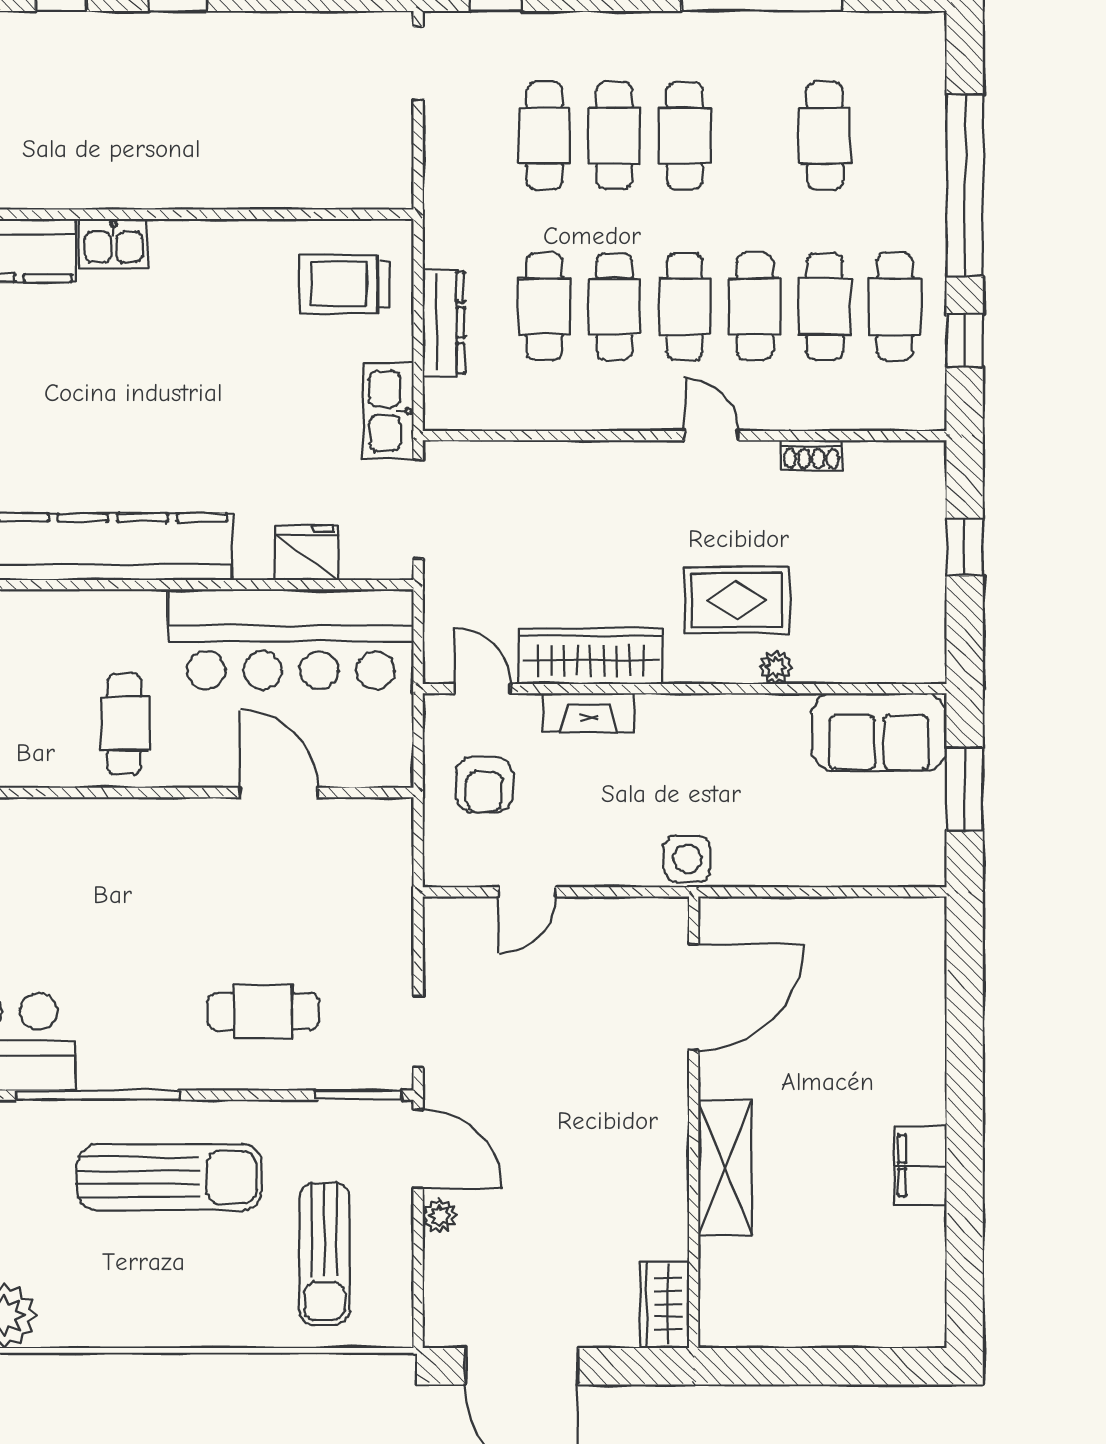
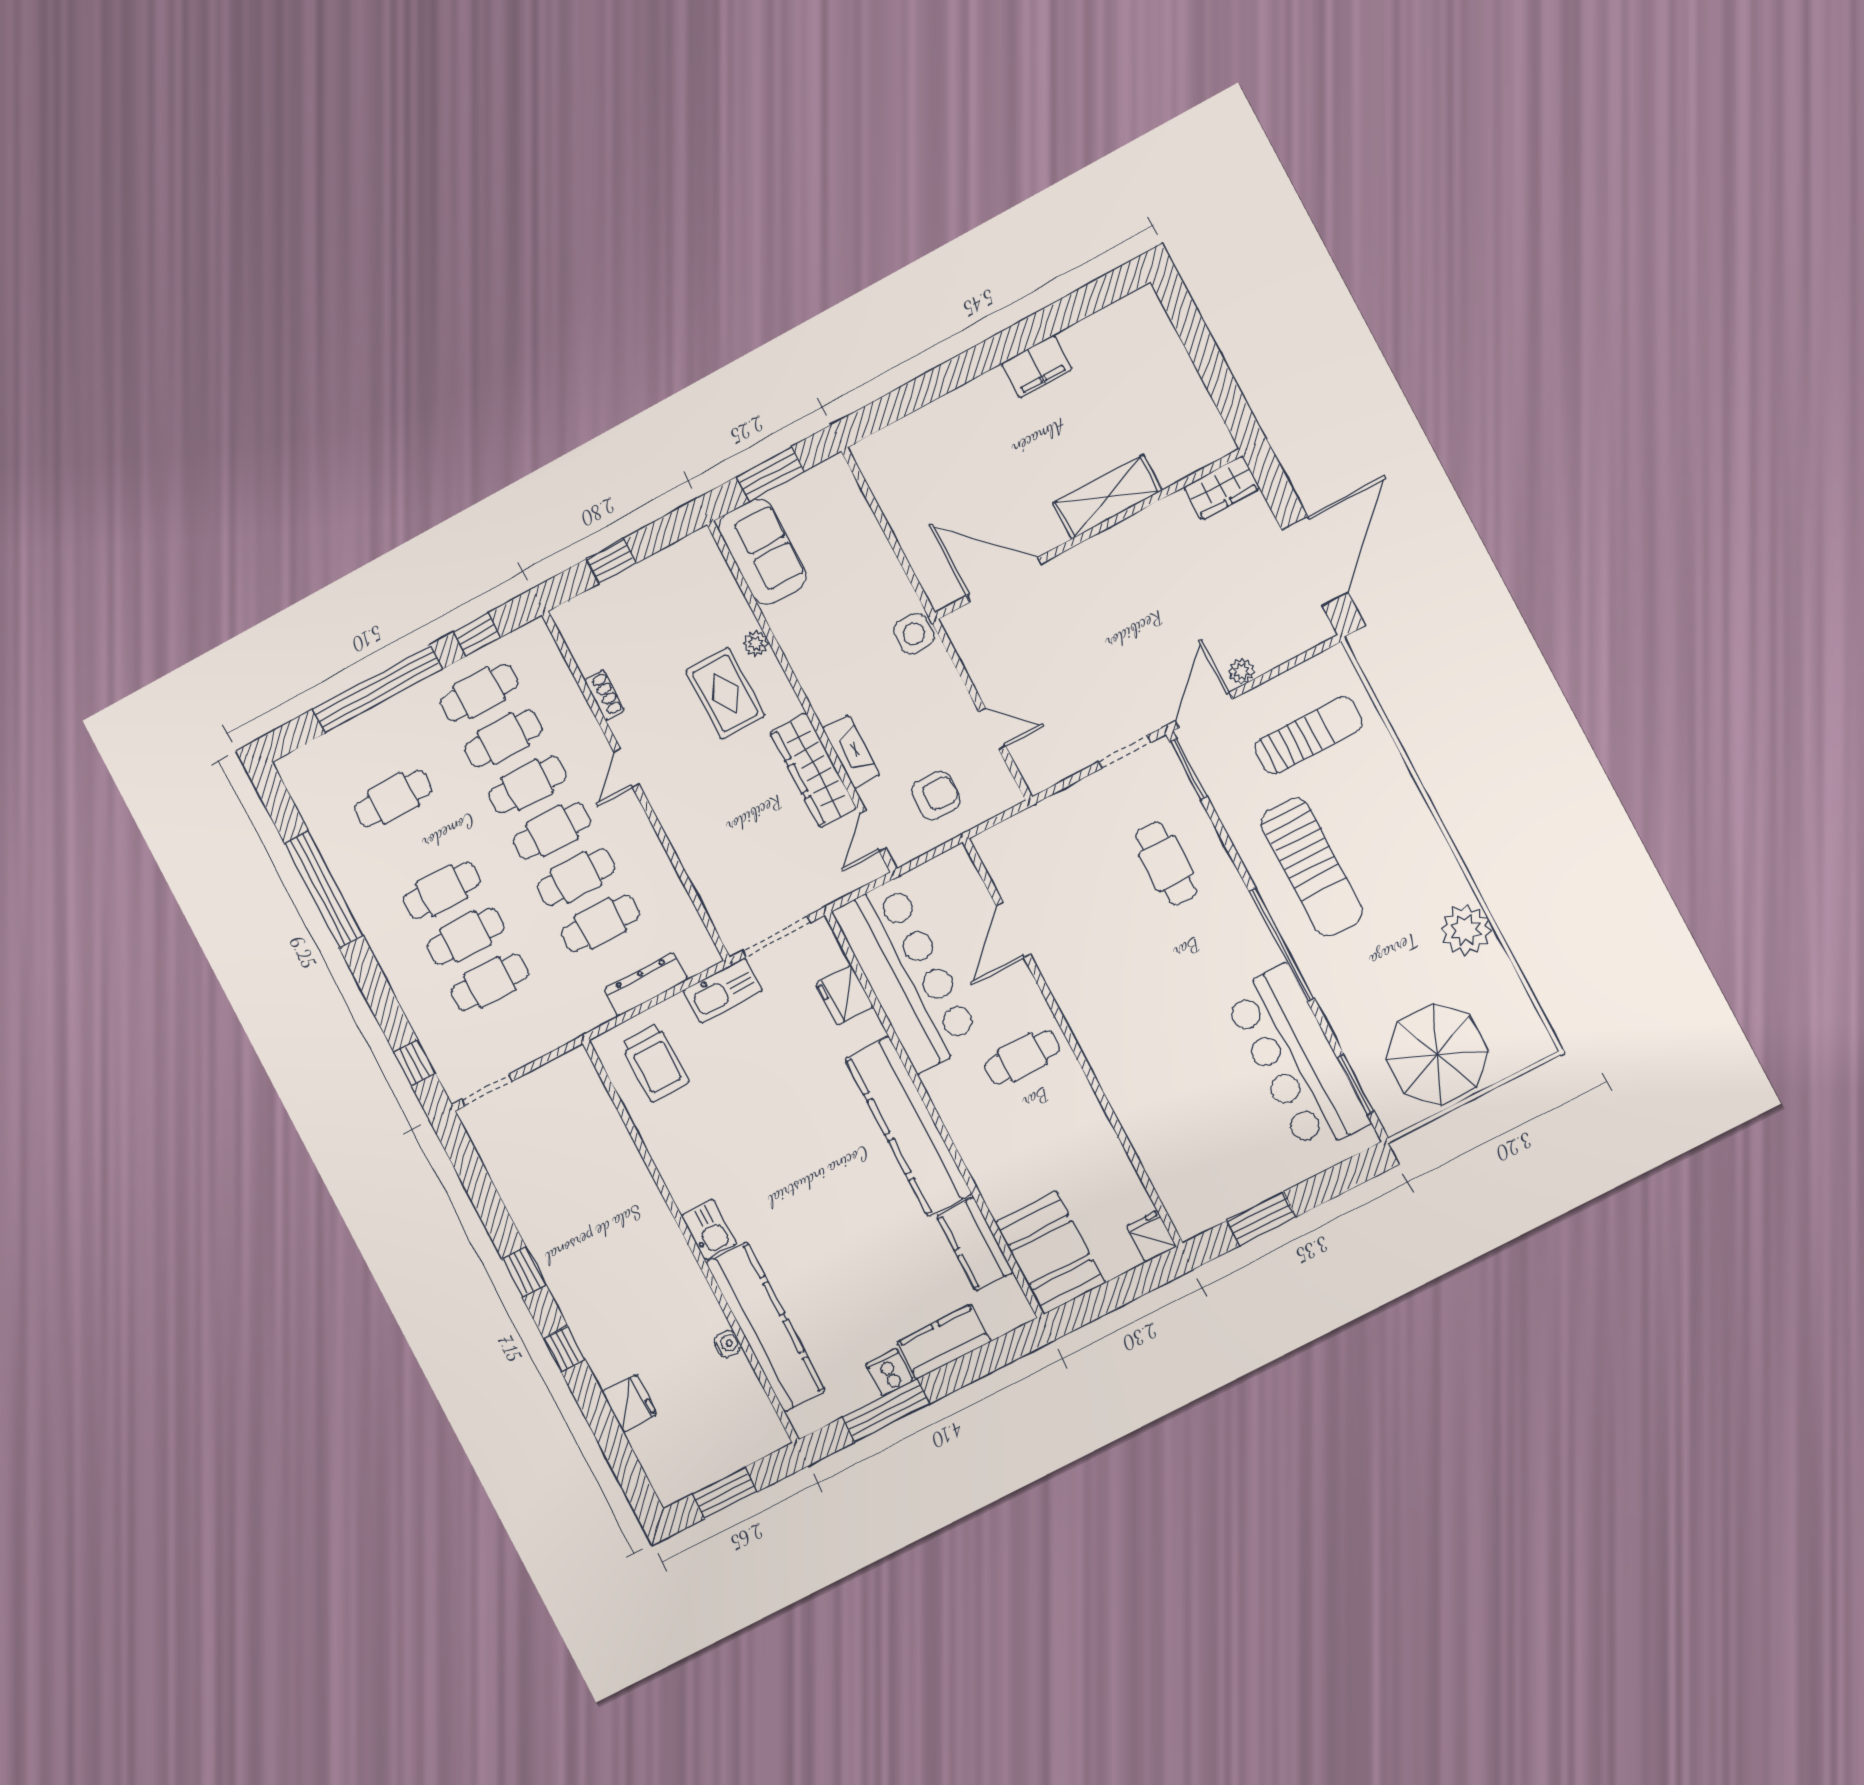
sun lounger: (170, 1177) -> (1312, 867), turned 180

